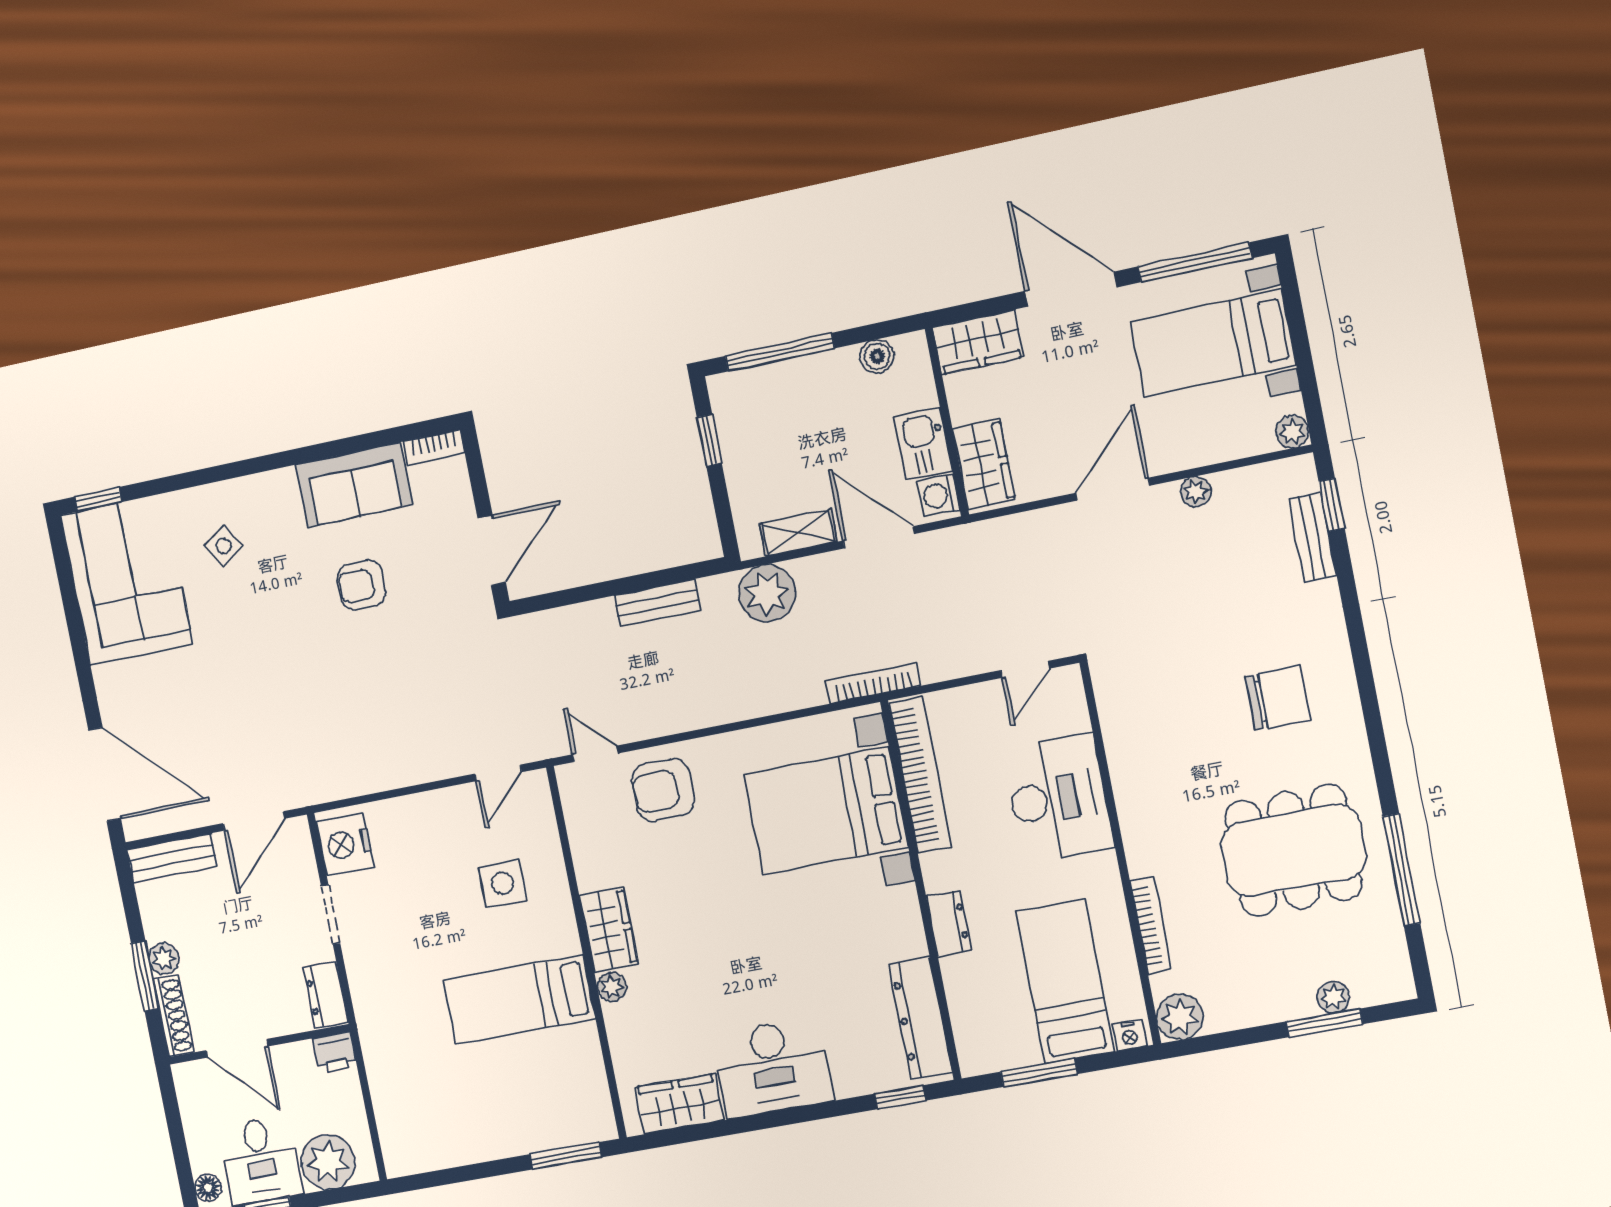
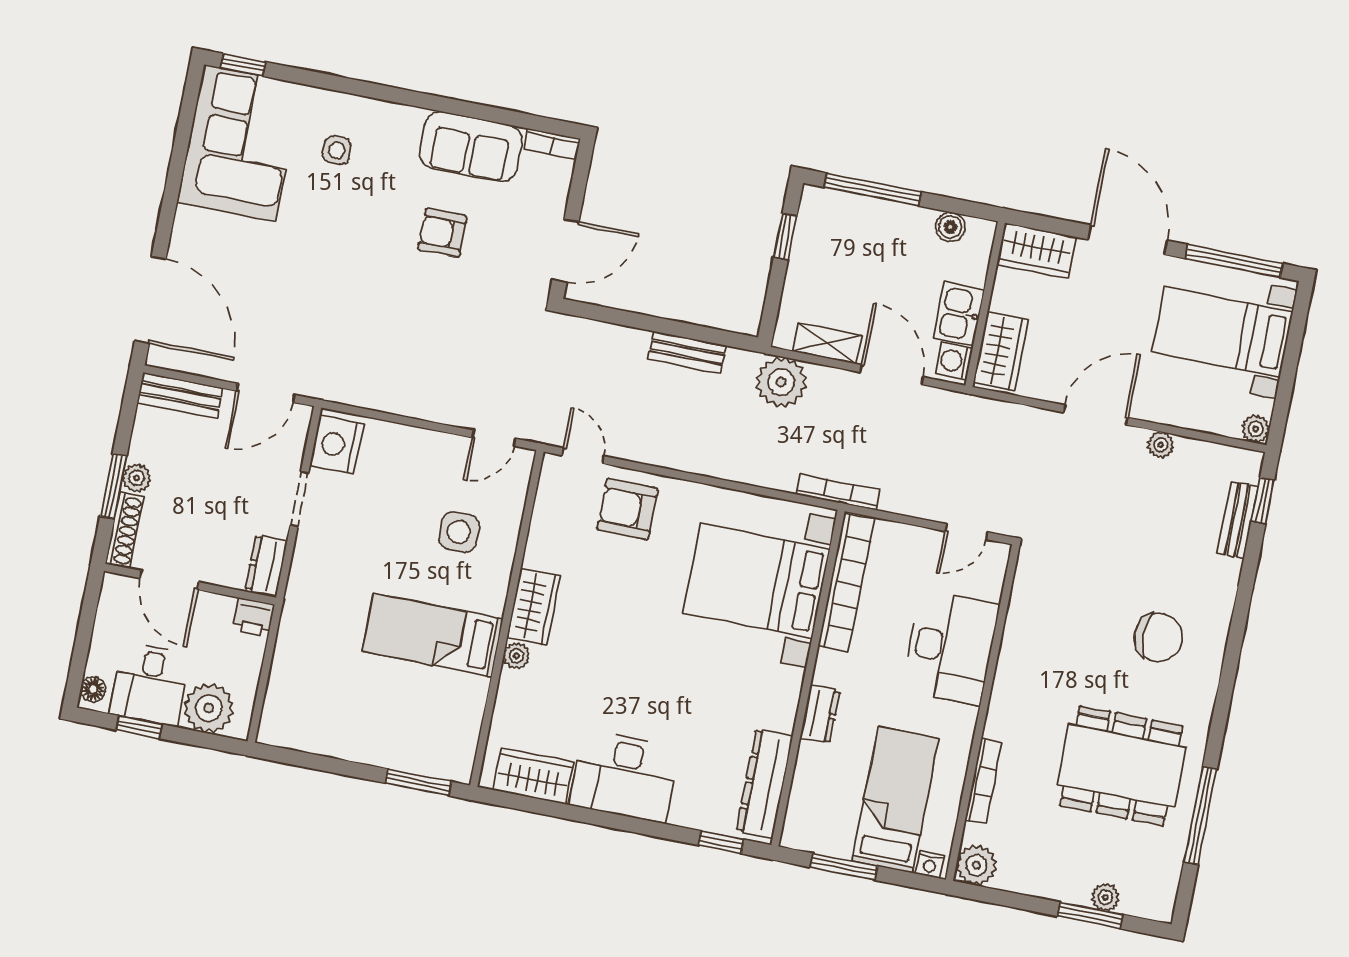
side table: (224, 546) -> (337, 150), turned 33

